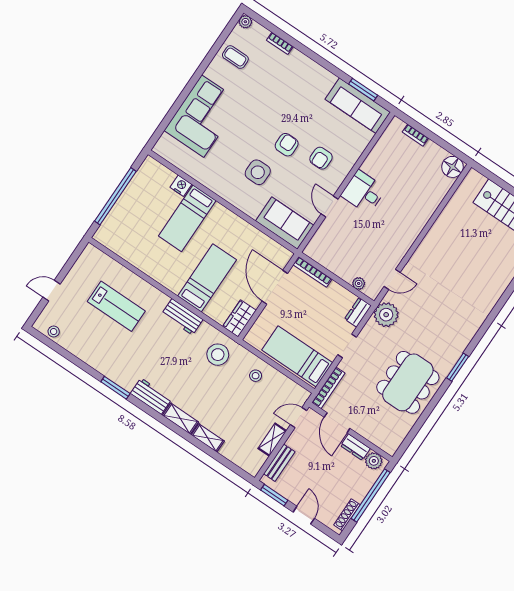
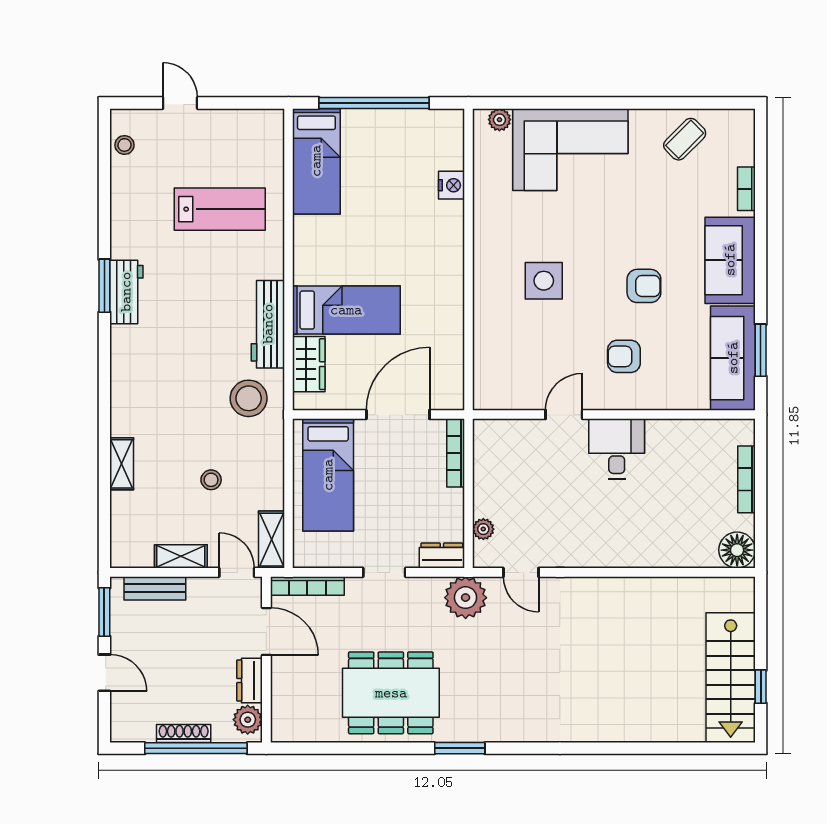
plant: (245, 22) -> (499, 120), moved
coffee table: (235, 57) -> (685, 139), turned 45
bookcase: (415, 135) -> (747, 479), width x1.56
armchair: (287, 145) -> (644, 286), moved
bed: (187, 218) -> (316, 161), moved, turned -90
sofa: (285, 223) -> (730, 260), moved, turned 180
lab bench: (116, 306) -> (220, 209), turned -90
workbench: (182, 317) -> (268, 324), width x1.38
wardrobe: (239, 318) -> (309, 364), moved, turned 90
bed: (297, 356) -> (328, 475), moved, turned 180
stool: (256, 376) -> (211, 480), moved
workbench: (151, 396) -> (126, 292), moved
shelving: (180, 419) -> (271, 540), moved
door: (337, 423) -> (266, 631), swing flipped
door: (304, 515) -> (104, 673), hinge flipped
shoe rack: (347, 515) -> (184, 733), moved

